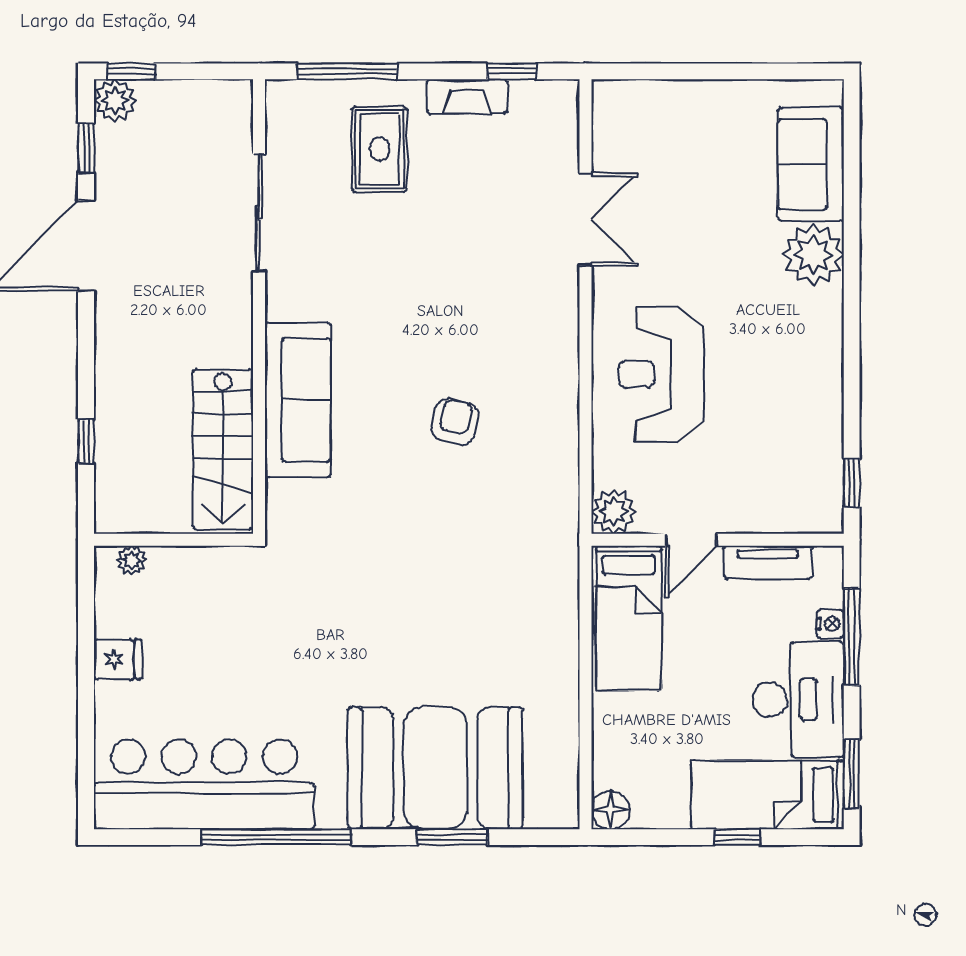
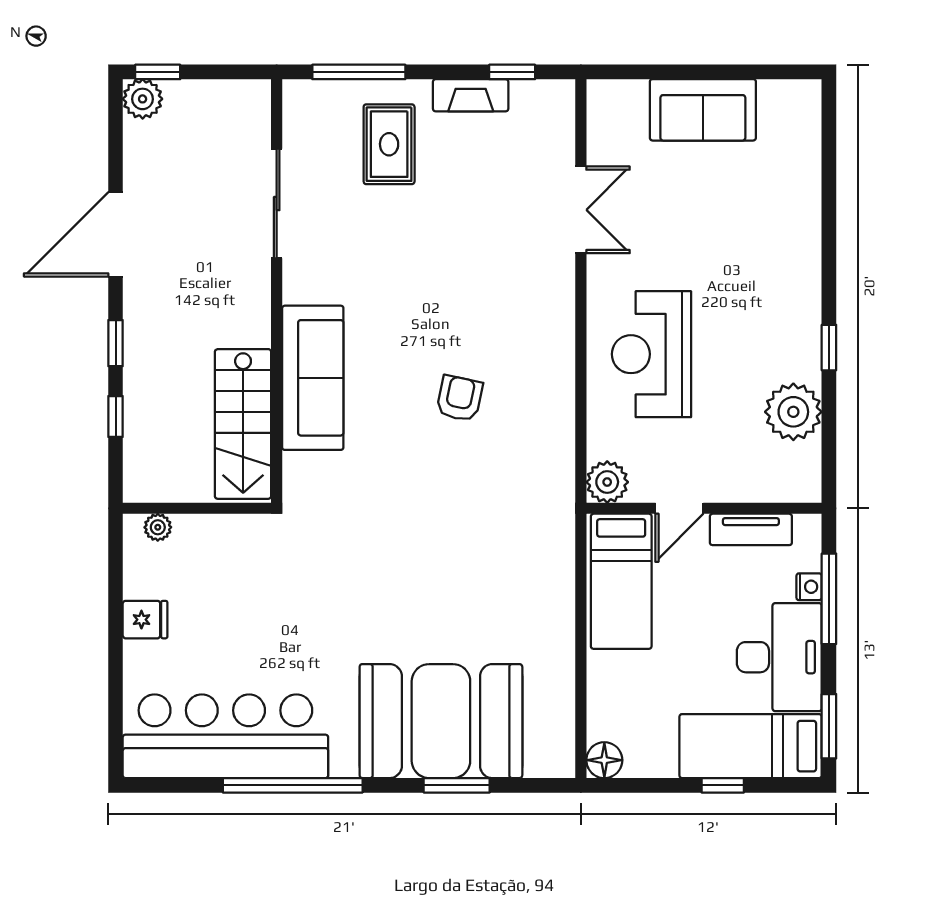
window: (86, 148) -> (116, 343), moved
sofa: (811, 164) -> (703, 110), moved, turned -90
plant: (813, 255) -> (793, 412), moved
window: (852, 483) -> (829, 348), moved

